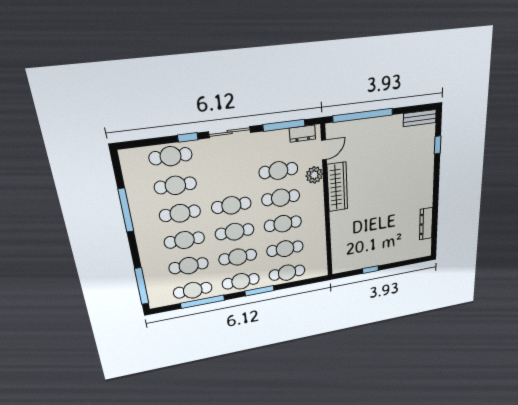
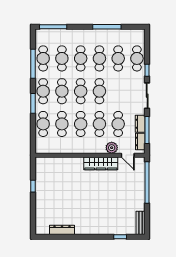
dresser: (275, 137) -> (140, 124), added

